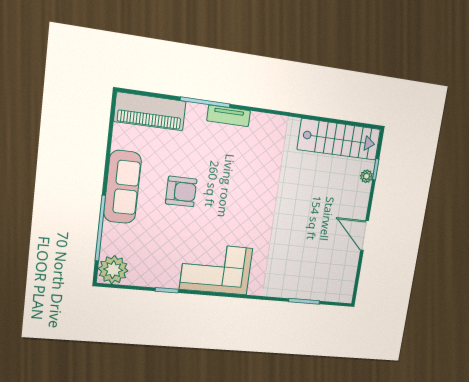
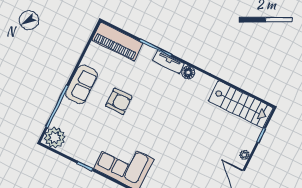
floor lamp: (259, 121) -> (188, 73), added
plant: (367, 176) -> (244, 155), moved
sofa: (122, 187) -> (81, 84), width x0.73

